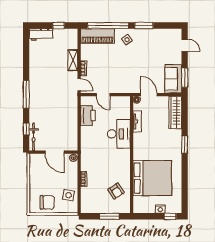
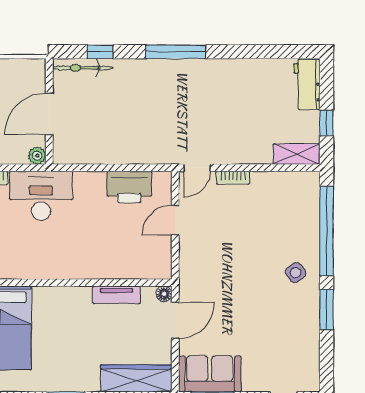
piano: (98, 36) -> (304, 208), removed
shelving: (73, 60) -> (297, 154), moved
desk: (119, 134) -> (41, 196), moved, turned 180

